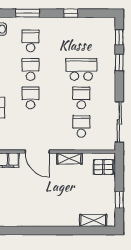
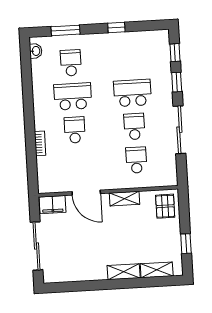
school desk: (31, 69) -> (73, 96), width x1.85
sliding door: (119, 122) -> (179, 130), moved
pallet: (103, 167) -> (165, 206), turned 90
shelving: (65, 220) -> (124, 272), added

